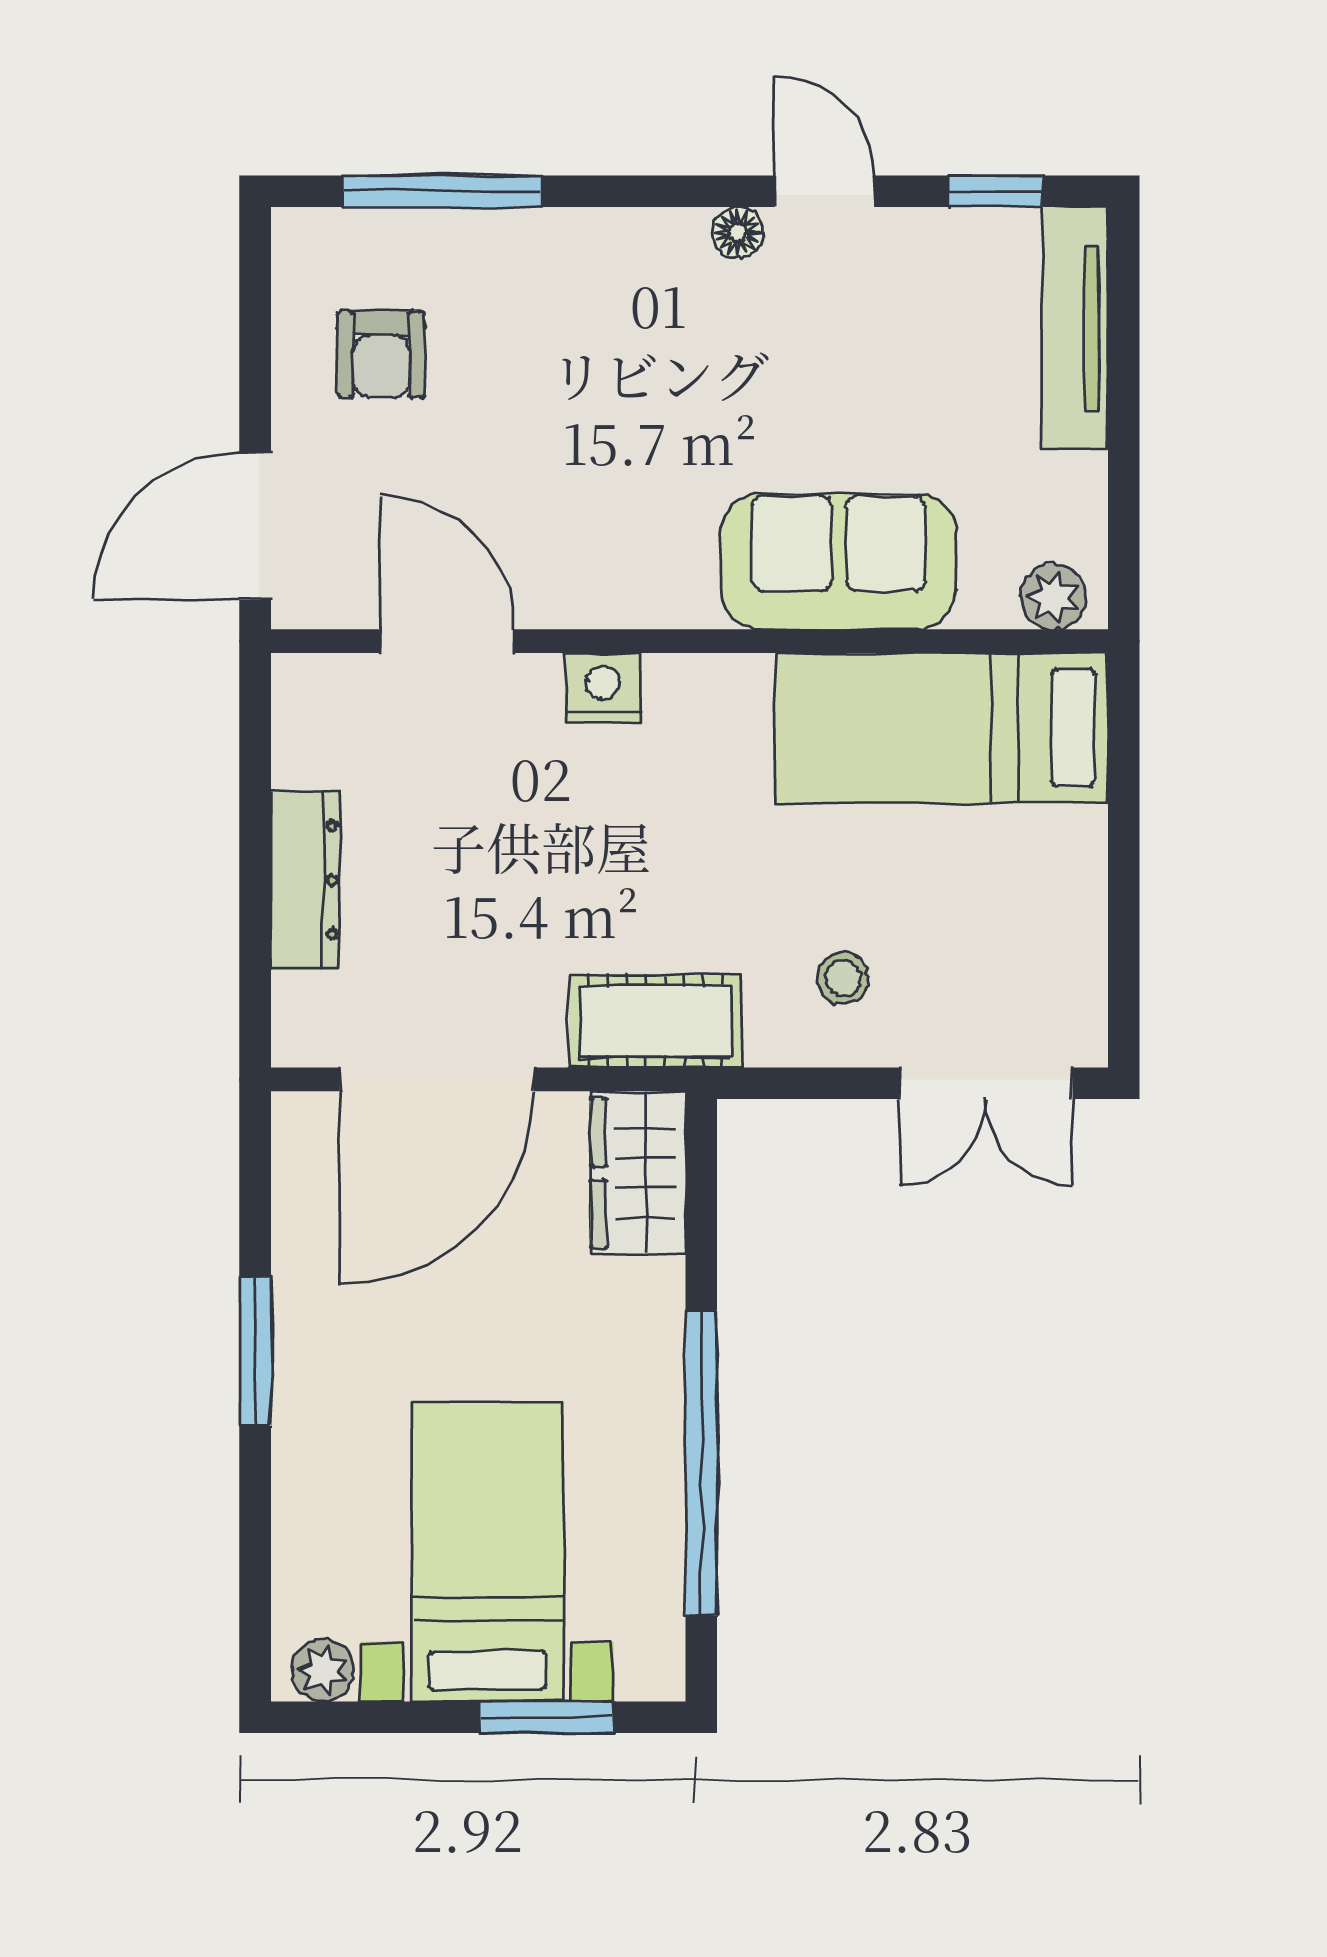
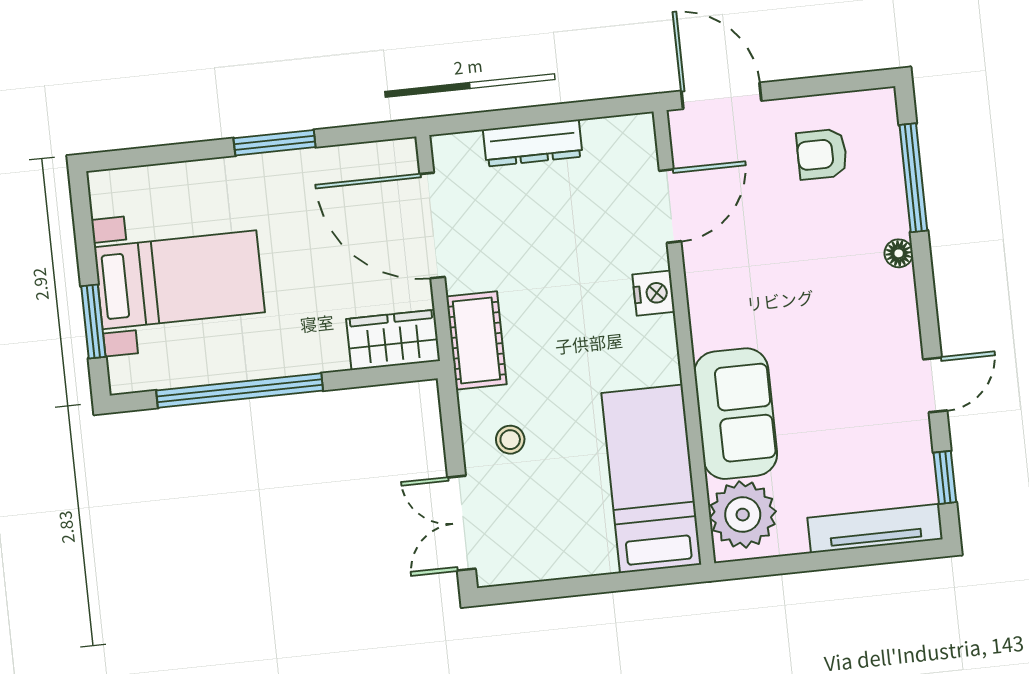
floor lamp: (738, 233) -> (899, 253), moved
plant: (1053, 597) -> (743, 515), width x1.87, depth x1.87
plant: (323, 1670) -> (106, 198), removed

